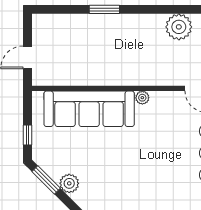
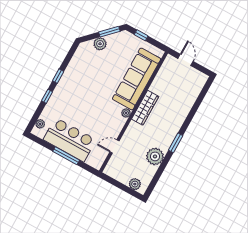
window: (104, 9) -> (176, 143), moved
wardrobe: (121, 76) -> (145, 108), added

